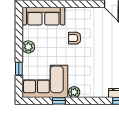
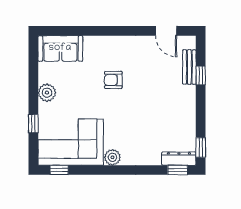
sofa: (43, 16) -> (60, 48), width x0.73
window: (59, 101) -> (59, 170), moved

